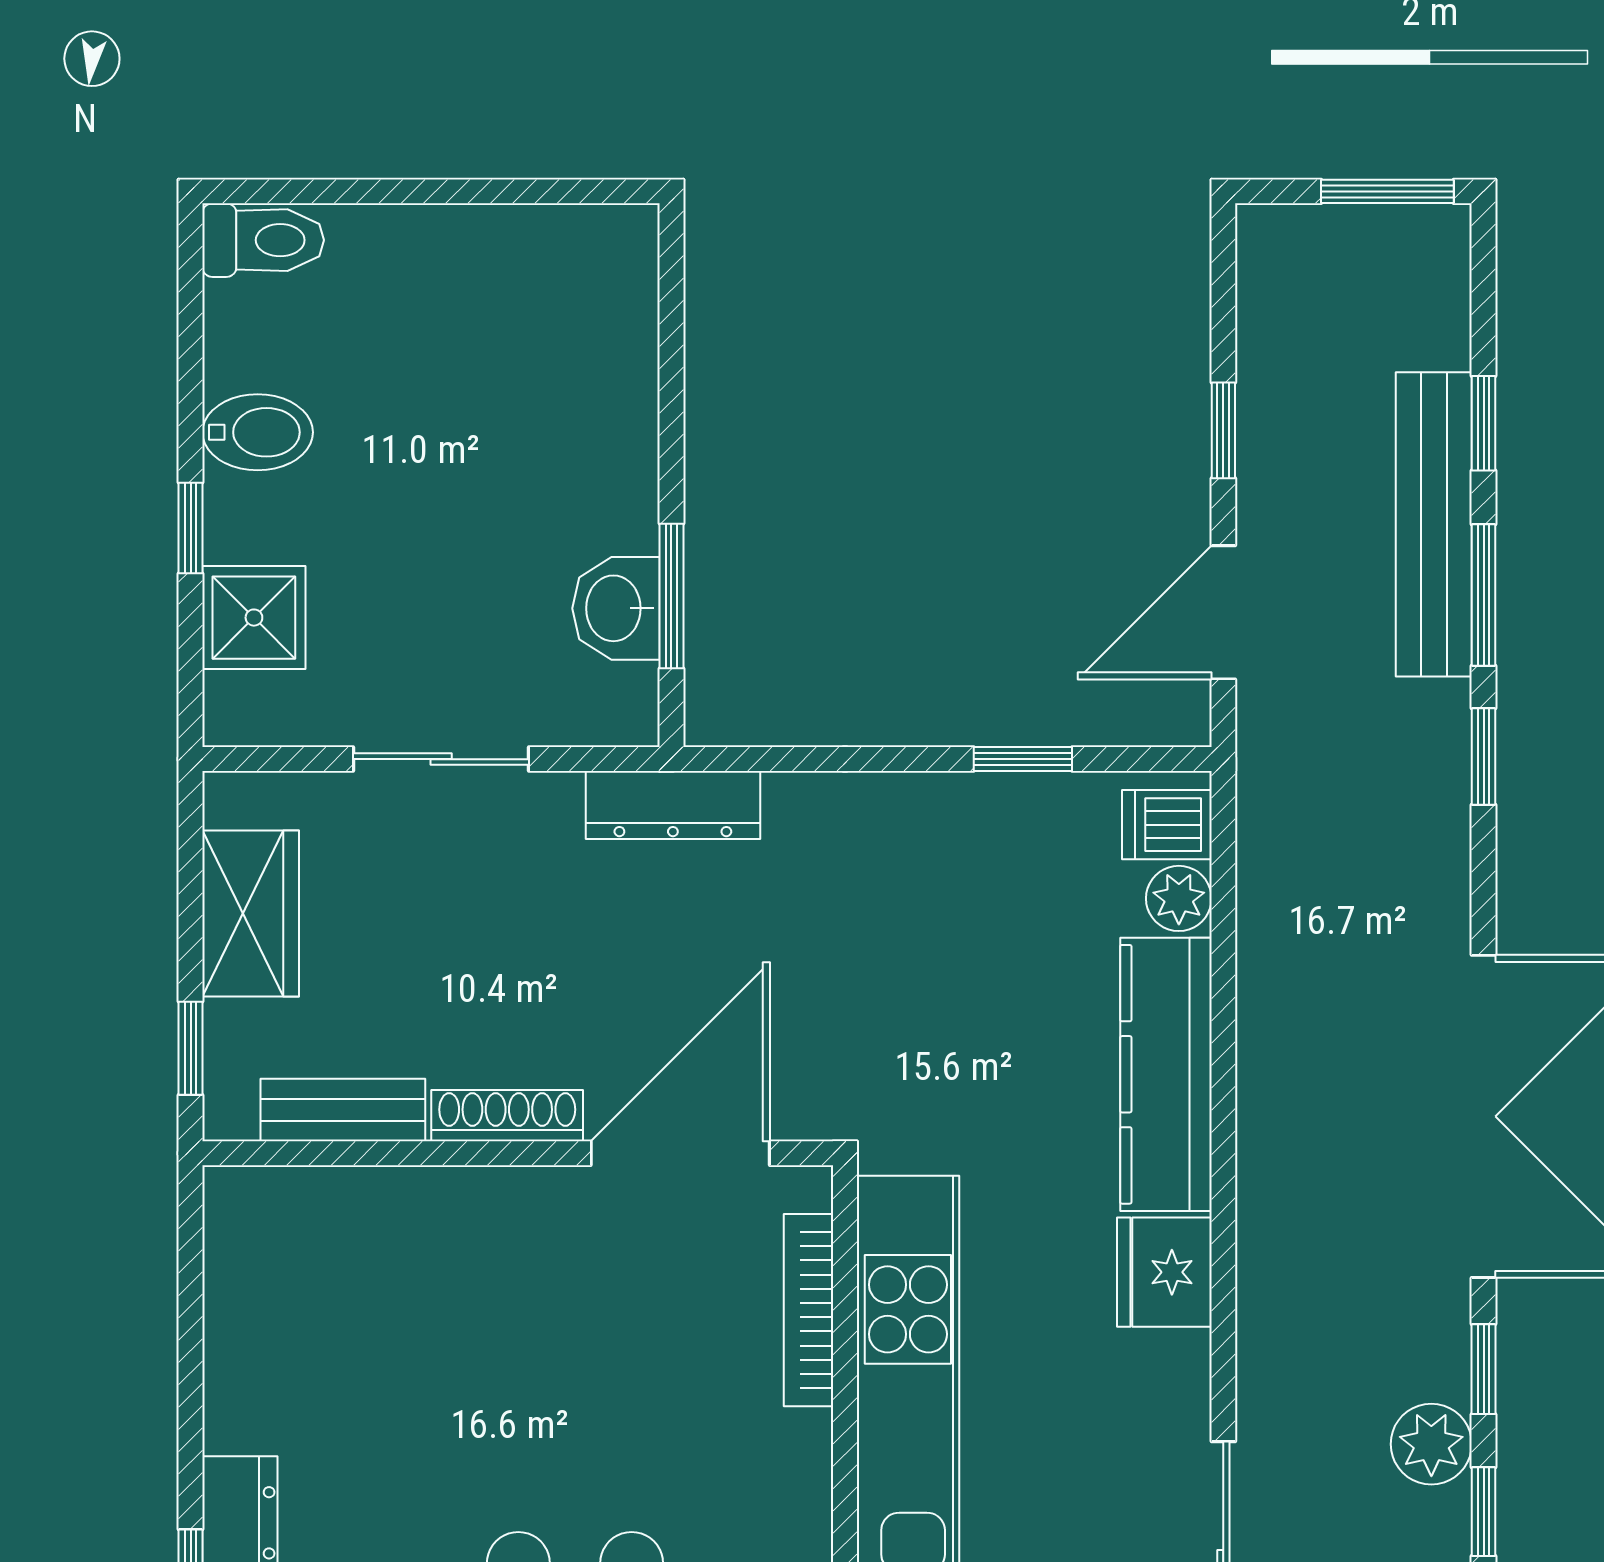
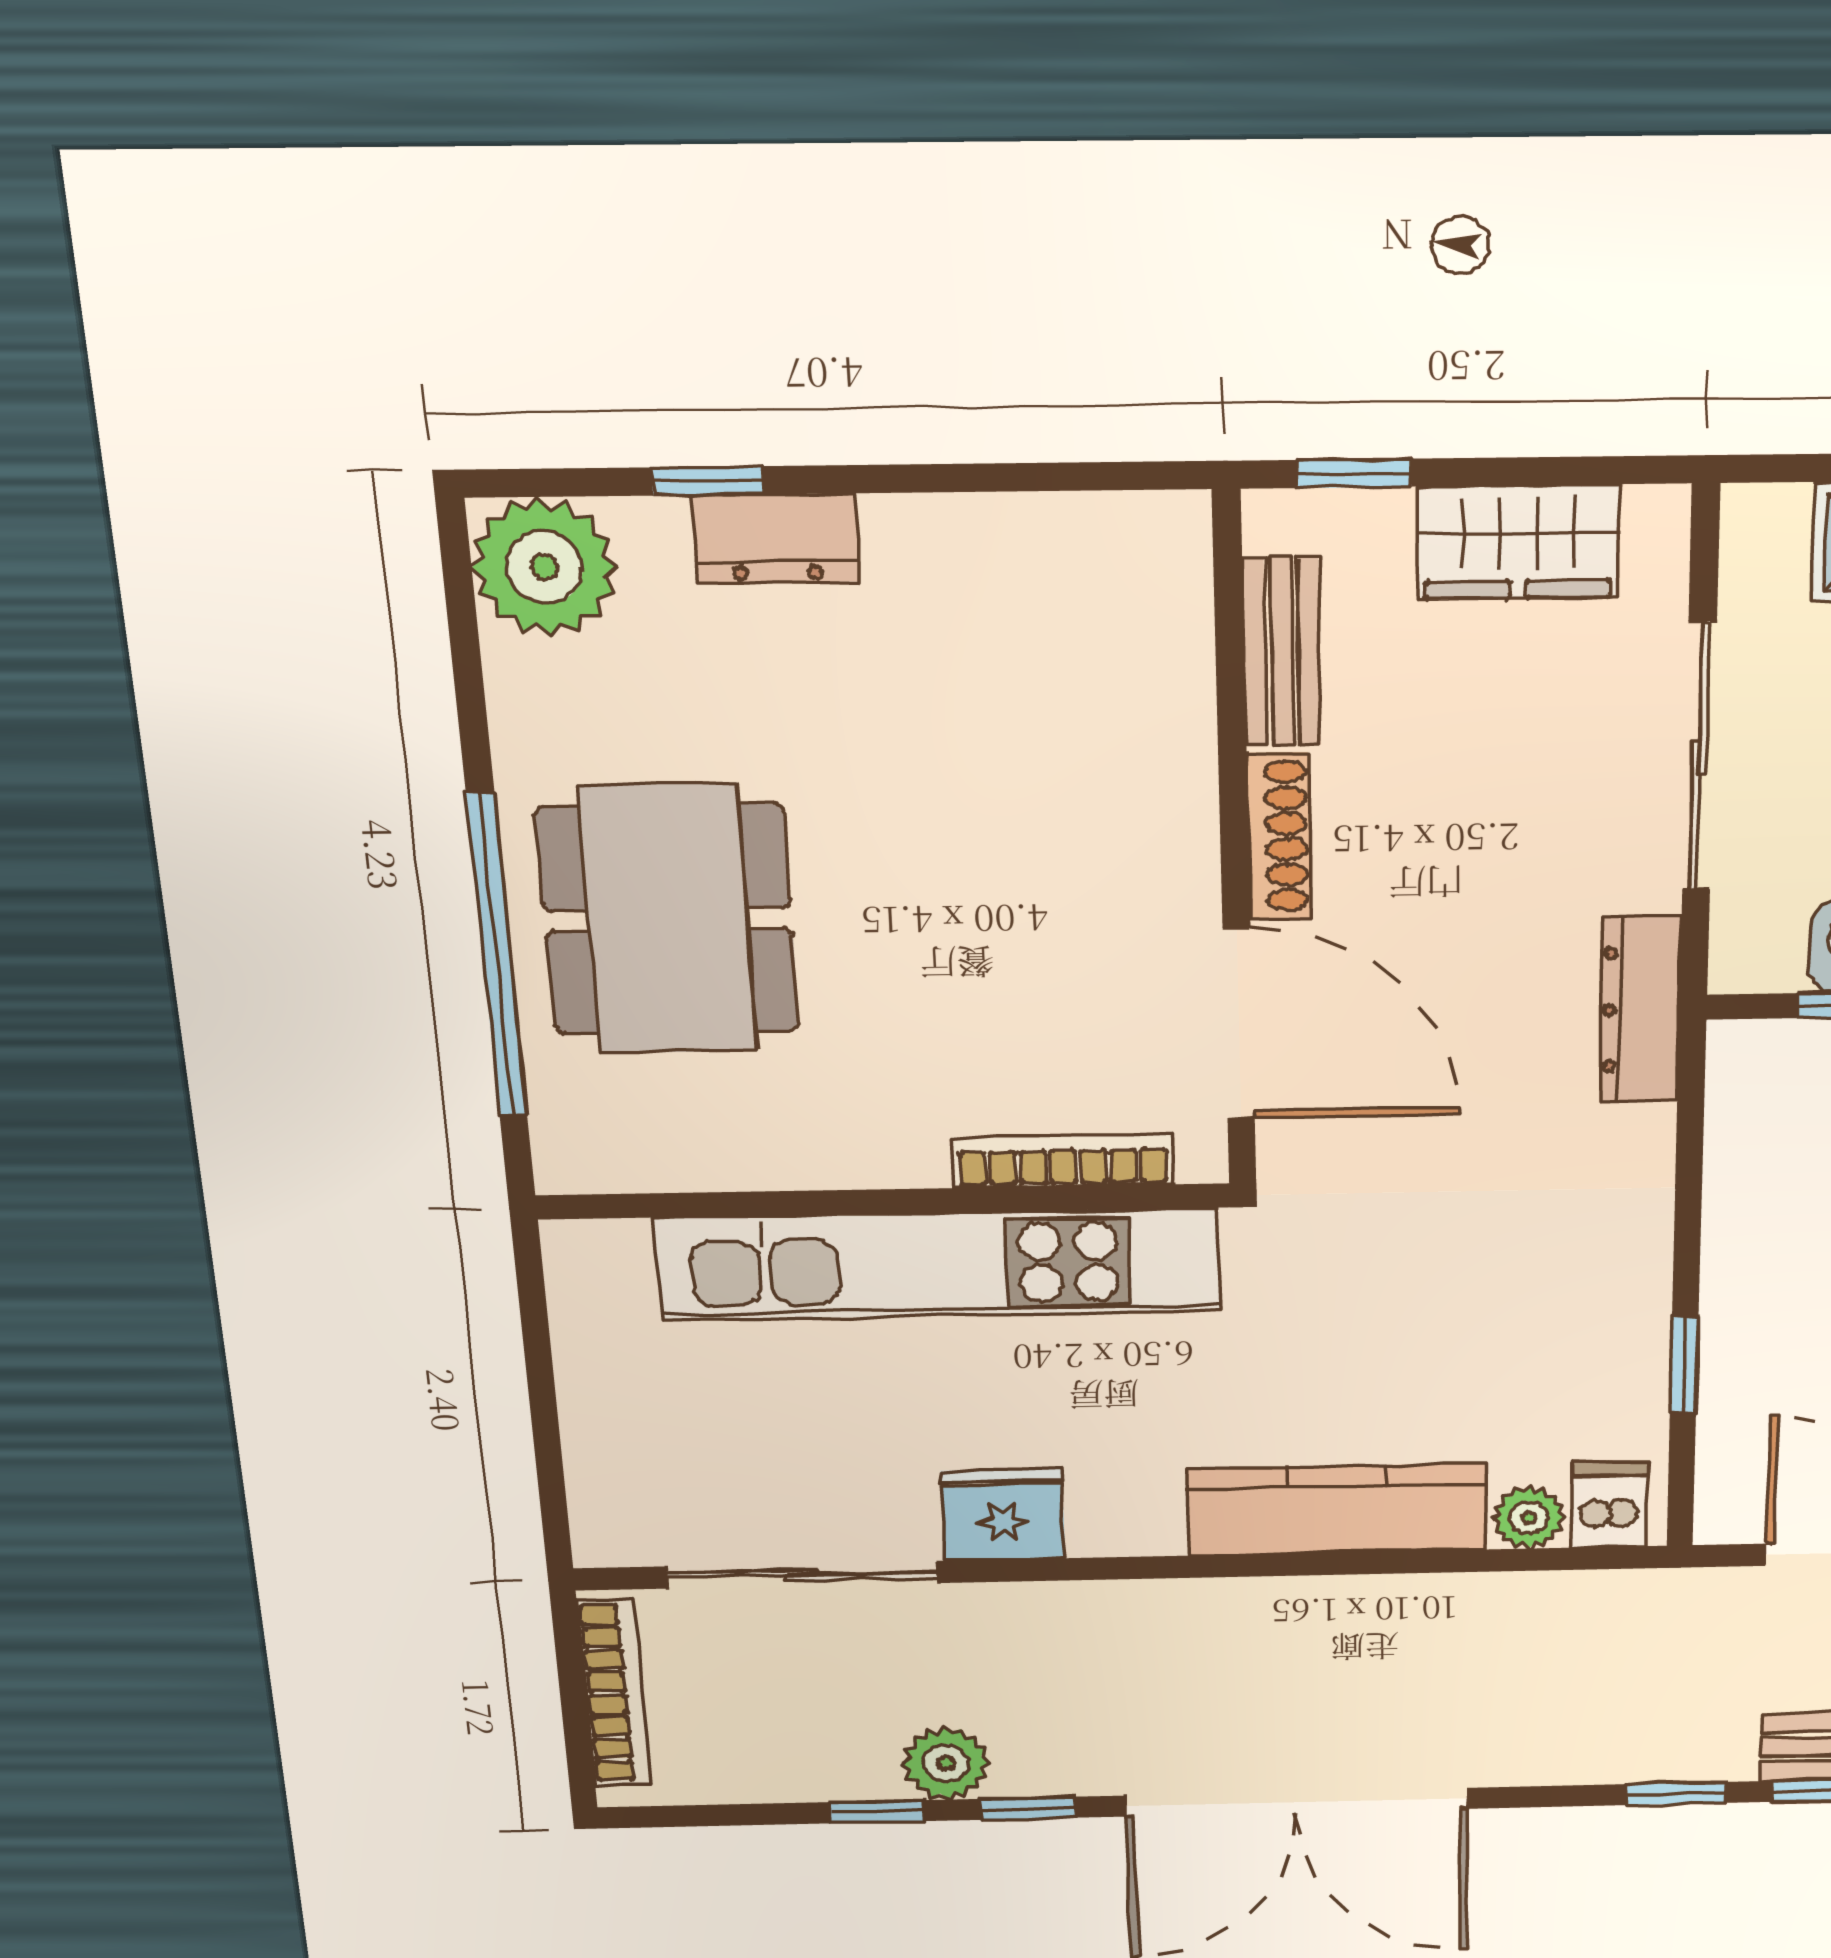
sliding door: (441, 759) -> (1699, 757), width x1.37
fridge: (1164, 1272) -> (1003, 1515), moved

